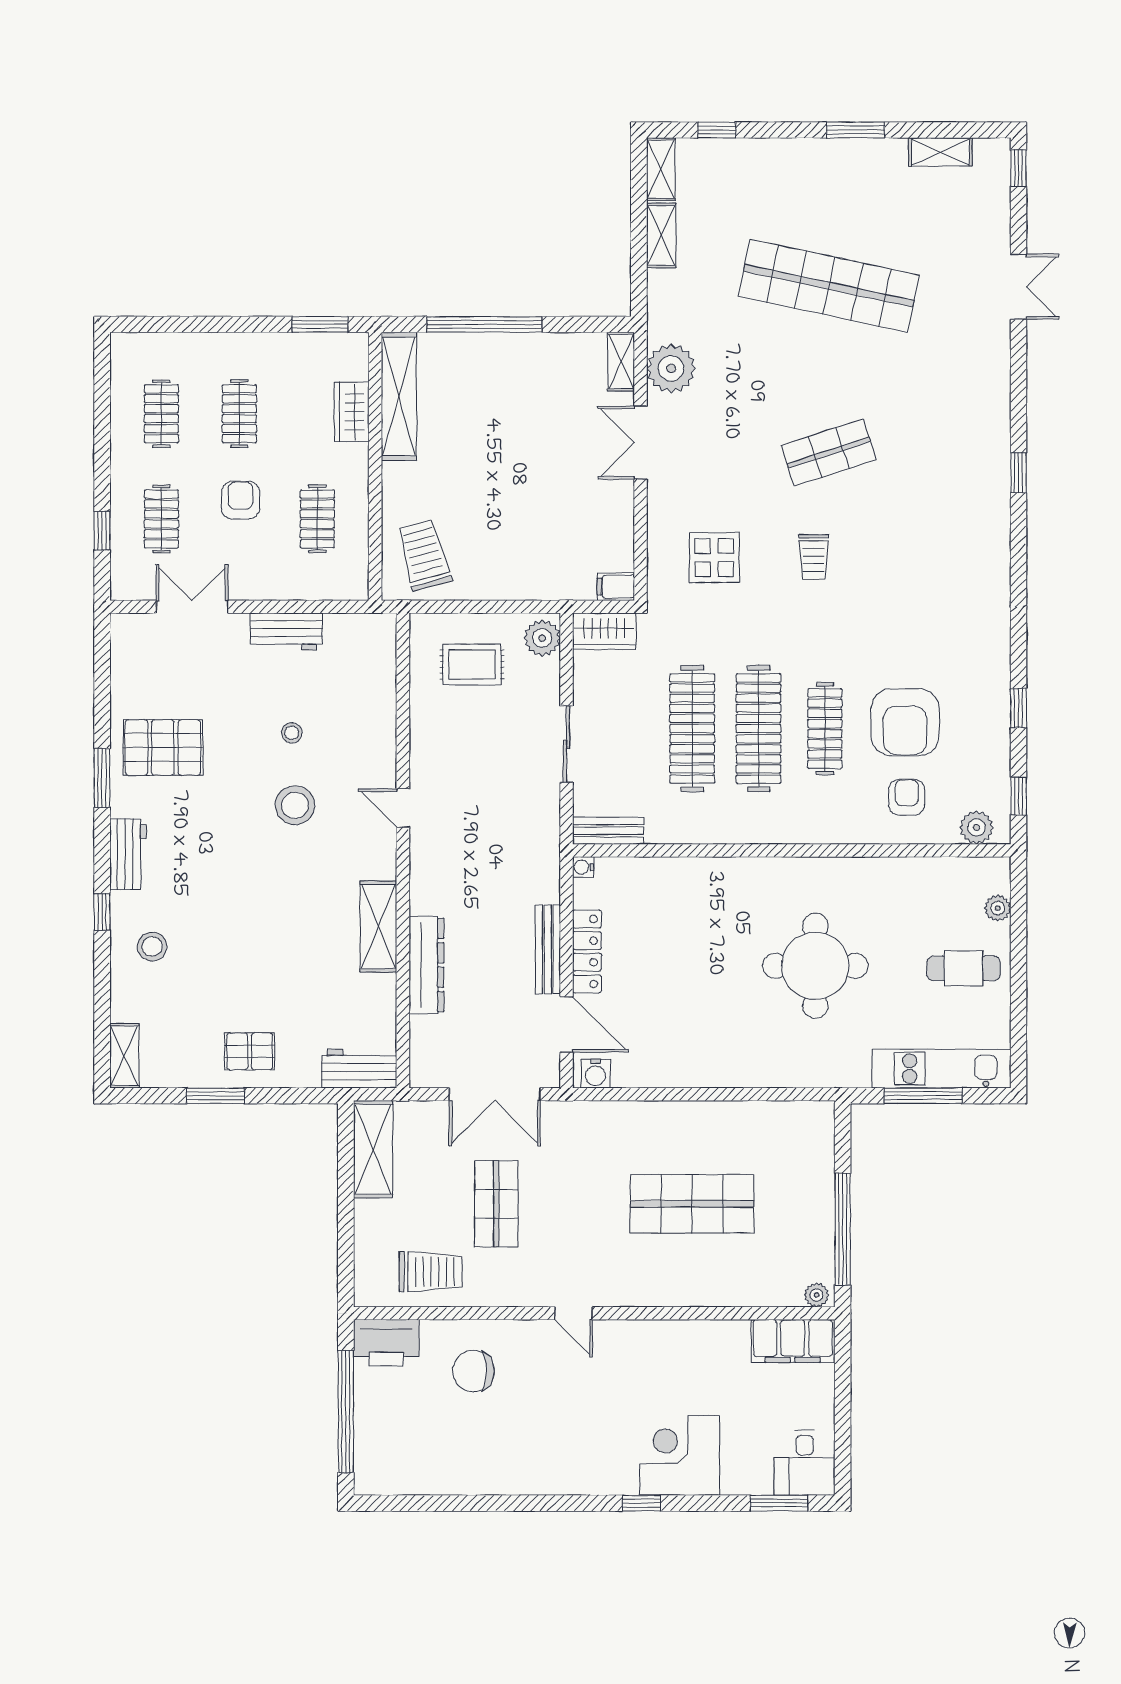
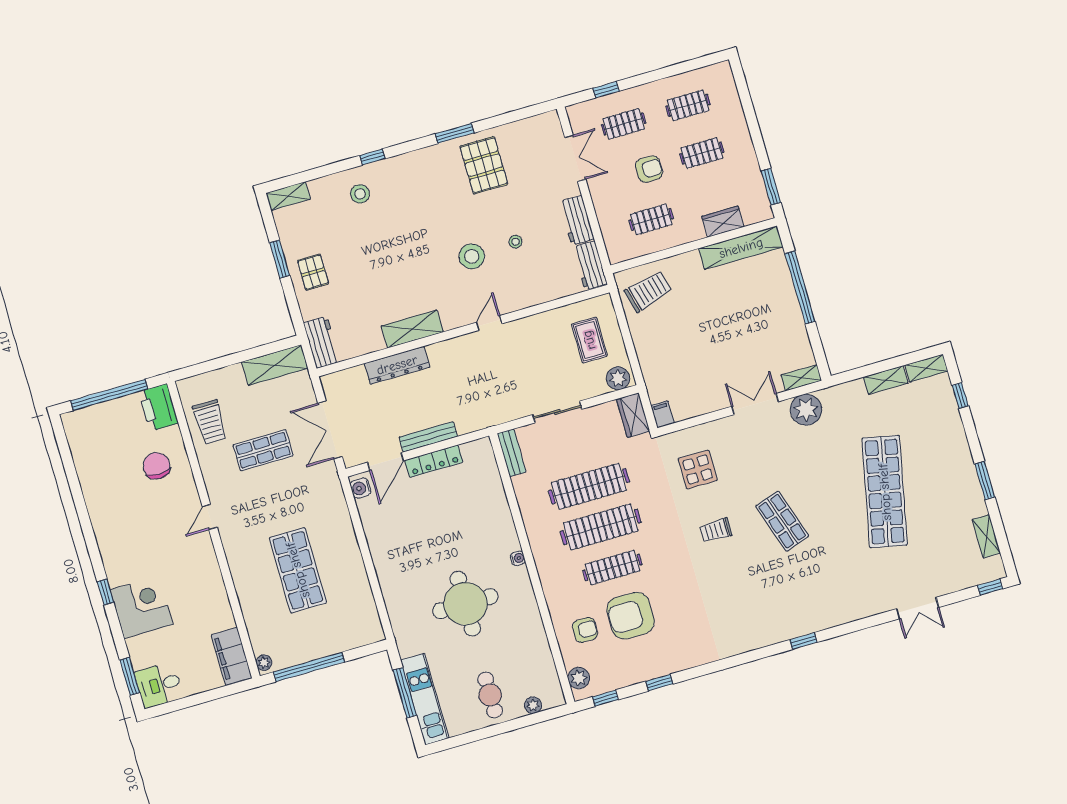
workbench: (128, 854) -> (590, 266), moved, turned 90
water cooler: (583, 867) -> (518, 558), moved, turned 90

